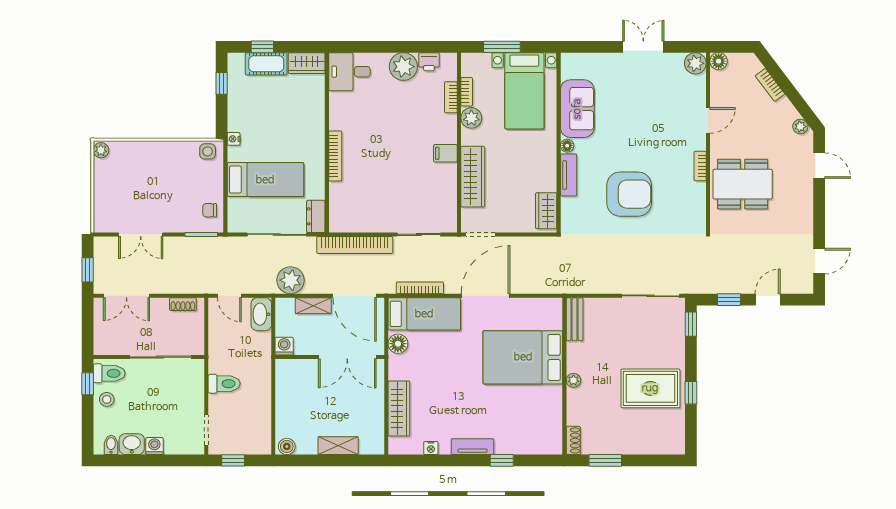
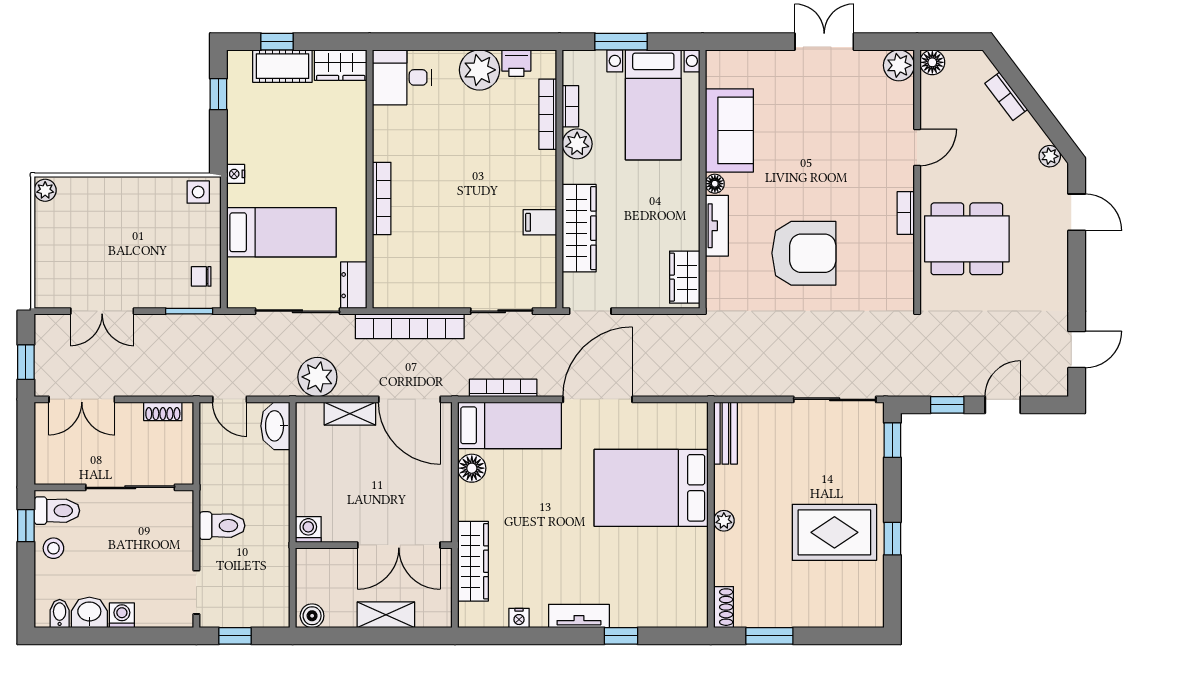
bookcase: (451, 97) -> (548, 114), width x1.56
filing cabinet: (445, 153) -> (540, 222), moved
washing machine: (284, 346) -> (308, 529), moved
wall: (330, 357) -> (374, 545), moved
double door: (347, 357) -> (399, 545), moved

